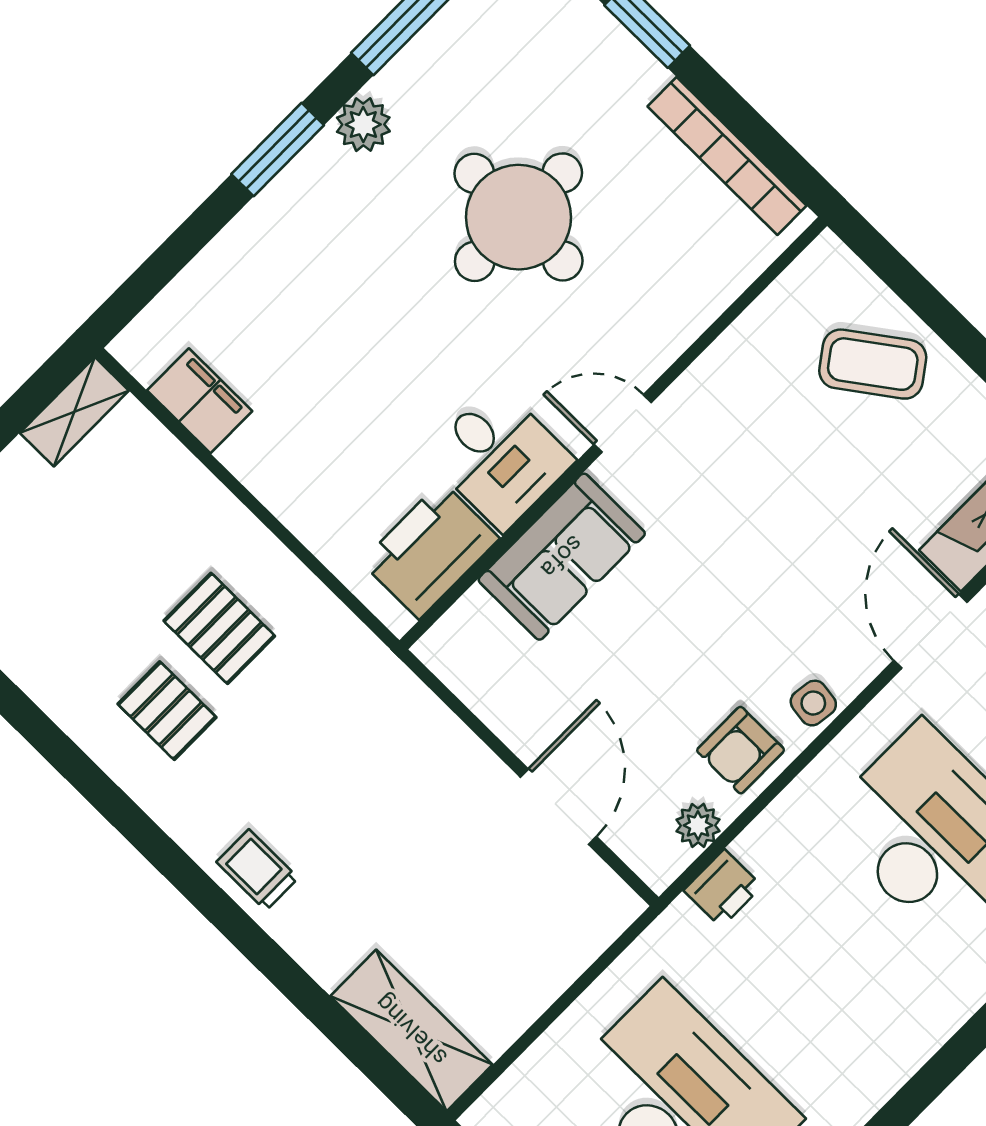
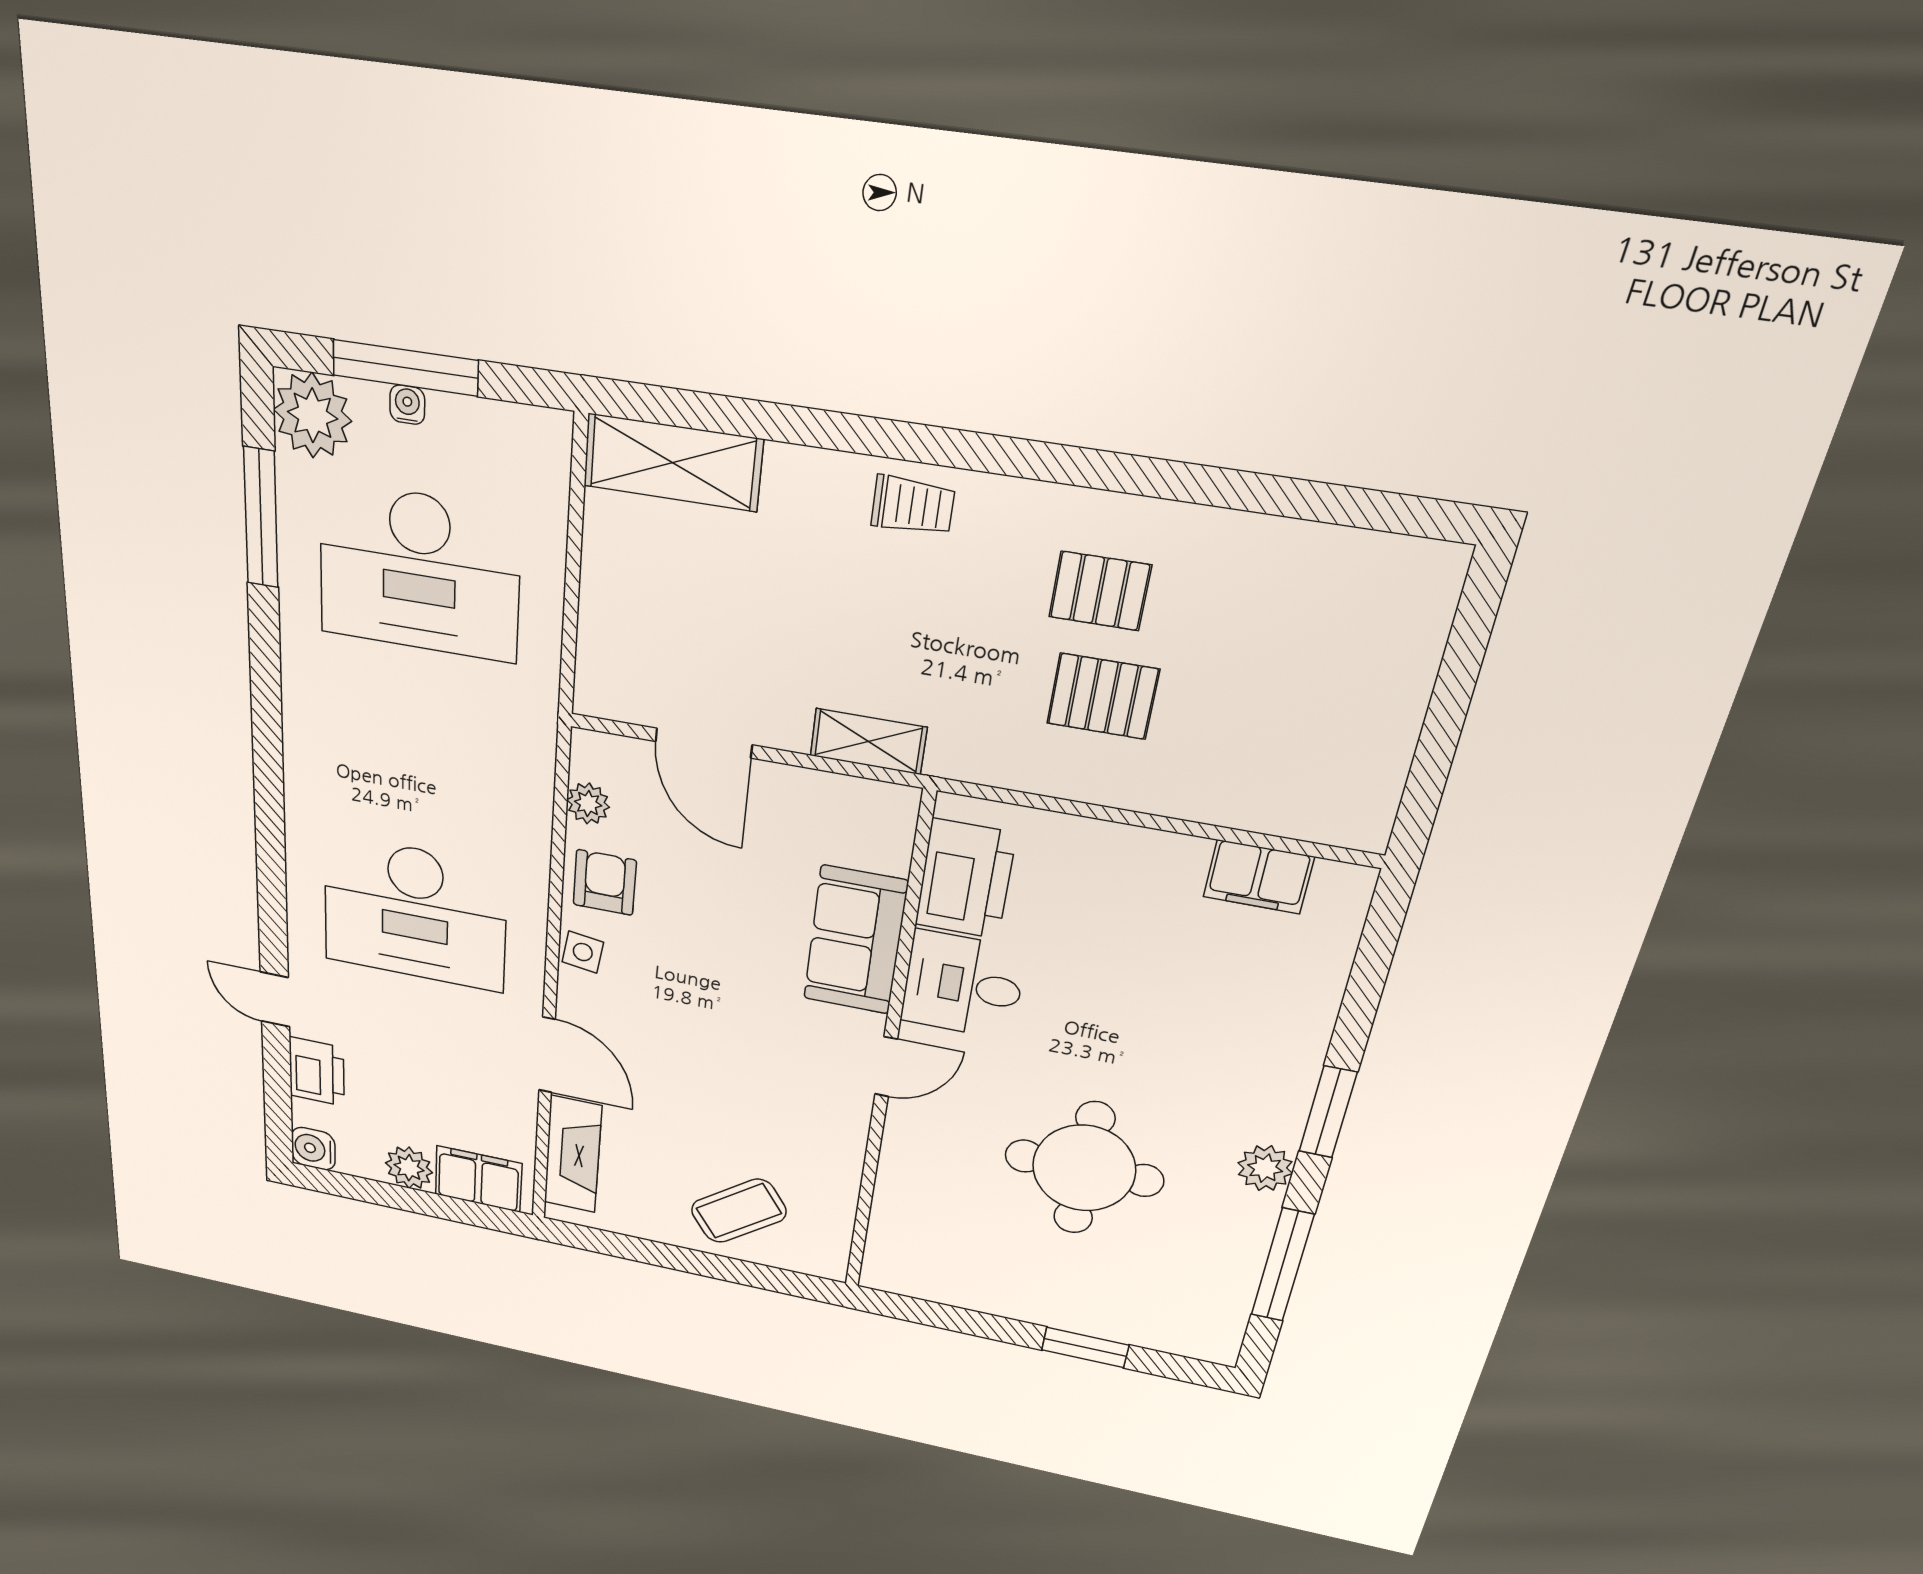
bookcase: (727, 156) -> (956, 1292), removed
shelving: (74, 412) -> (868, 741), moved, turned 90
printer: (723, 888) -> (530, 768), removed

